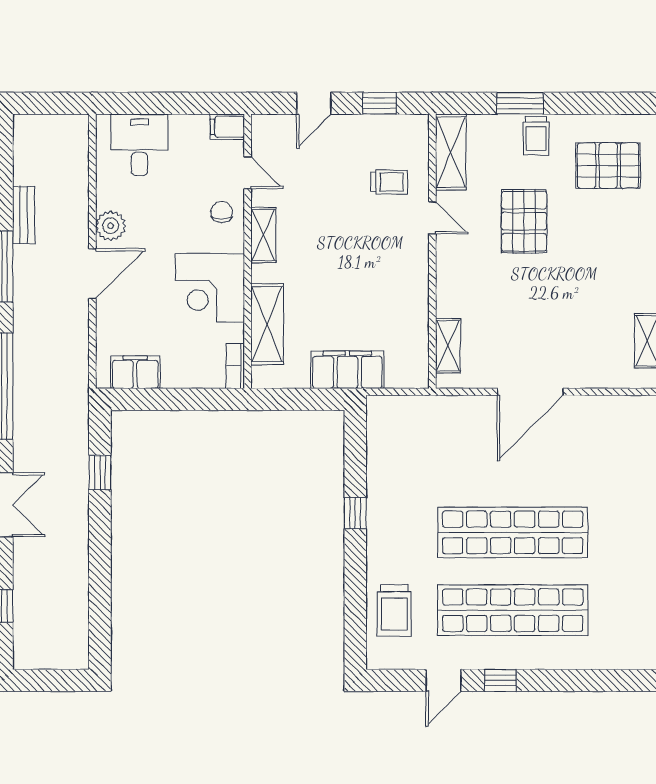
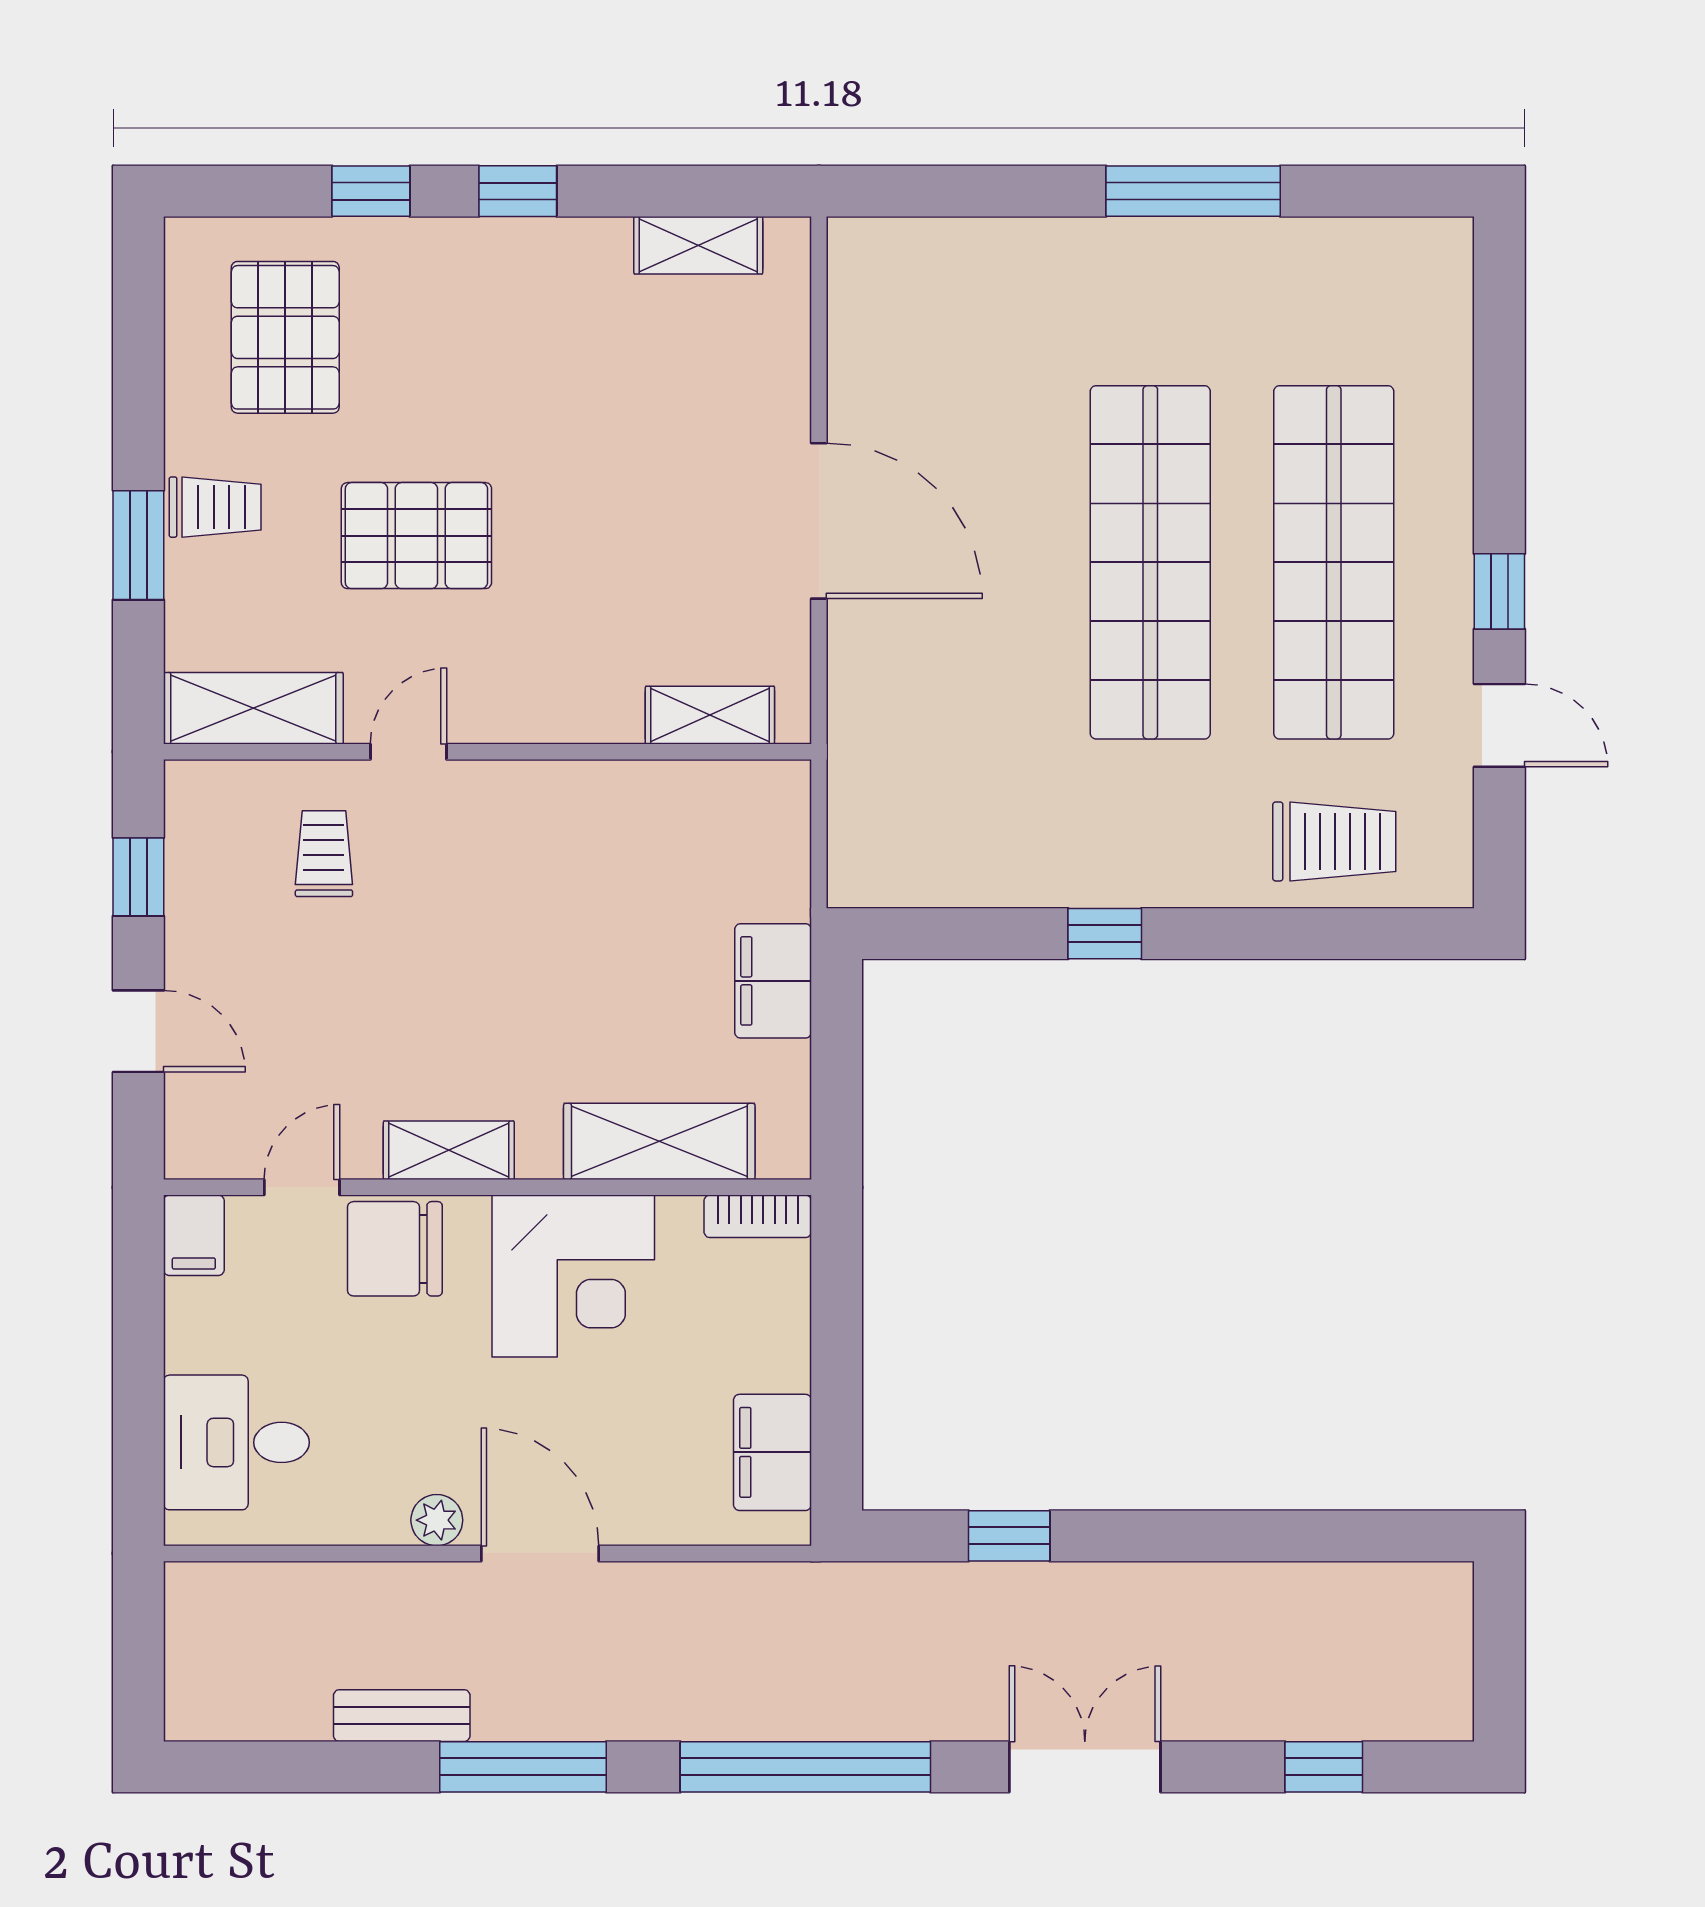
chair: (222, 212) -> (395, 1249), width x1.87, depth x1.87
plant: (111, 226) -> (437, 1520), width x0.73, depth x0.73
filing cabinet: (347, 370) -> (773, 981), width x0.67, depth x0.86

